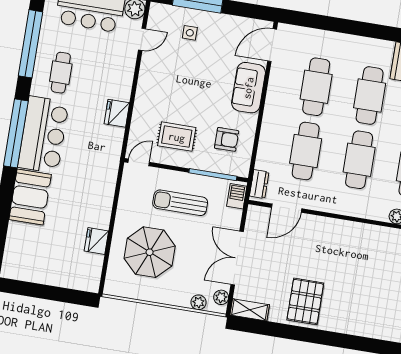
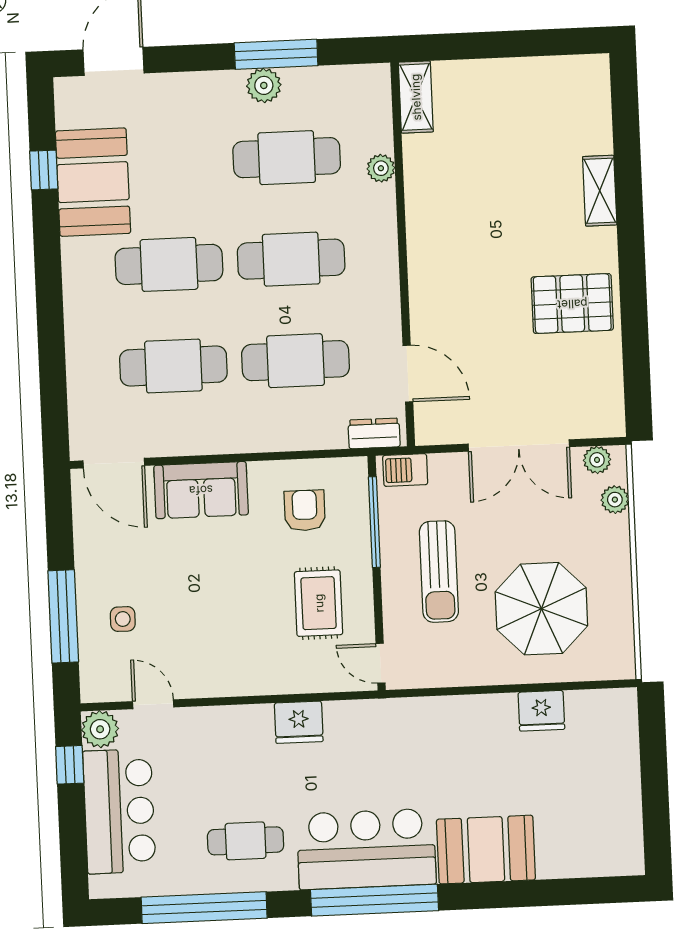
shelving: (250, 310) -> (600, 191), moved

